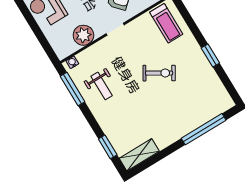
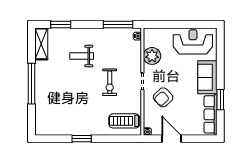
exercise bike: (159, 73) -> (110, 82), moved, turned -31
weight bench: (102, 86) -> (82, 56), moved
window: (204, 129) -> (32, 84), moved

